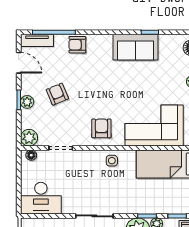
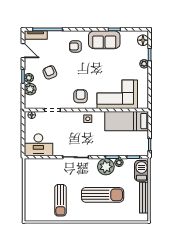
armchair: (77, 45) -> (75, 46), moved
plant: (29, 138) -> (30, 89), moved

